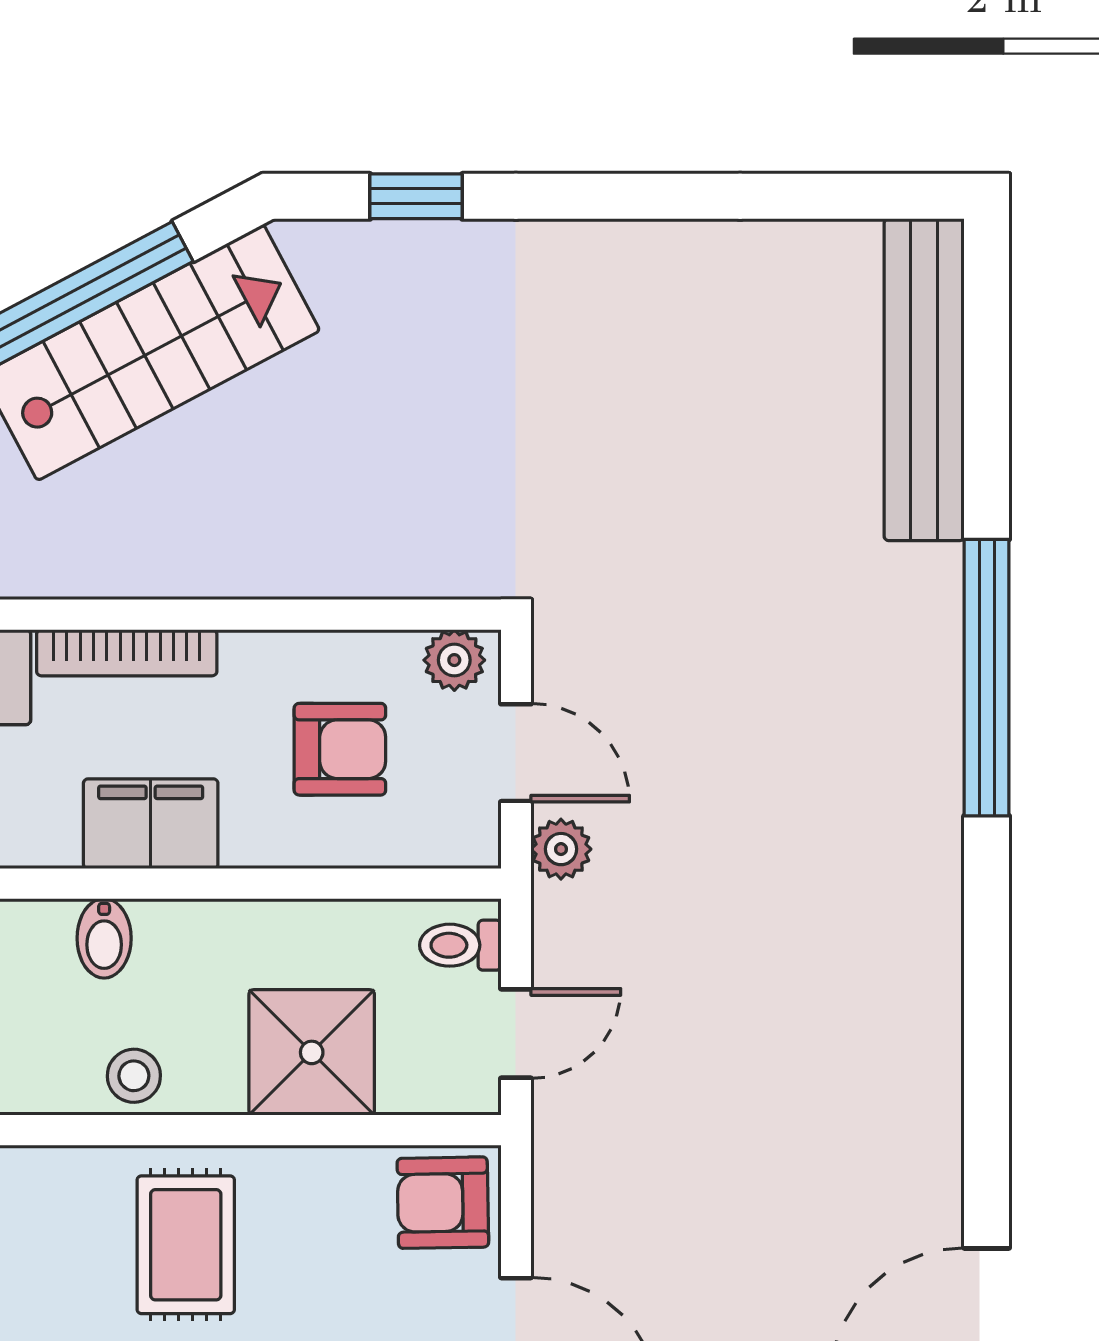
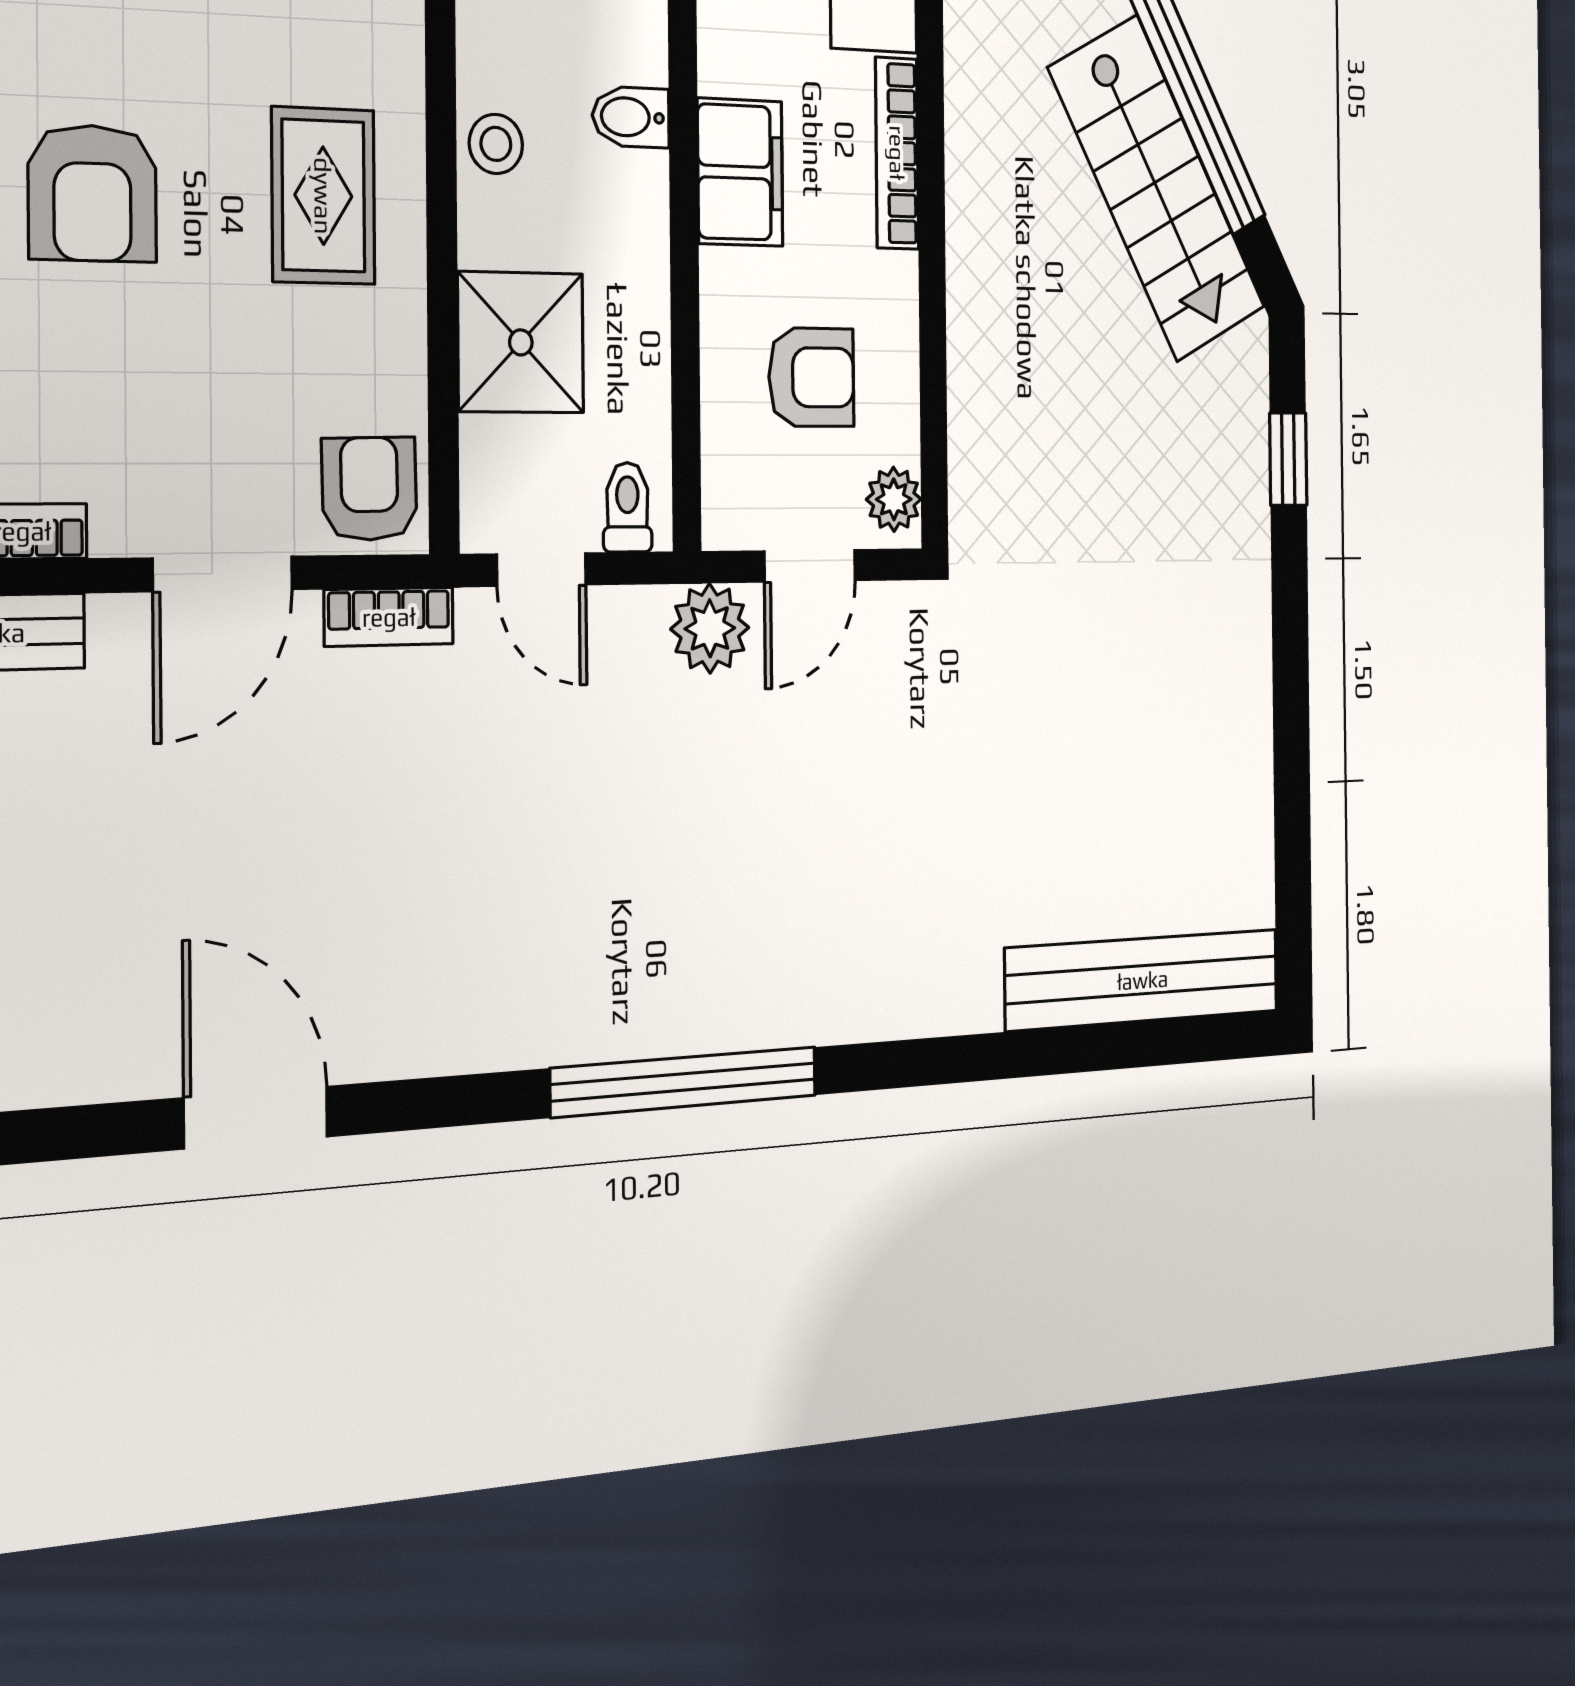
window: (987, 678) -> (685, 1082), moved
armchair: (340, 749) -> (811, 377), turned -90
plant: (561, 849) -> (710, 628), width x1.38, depth x1.38
bookcase: (556, 1185) -> (389, 617), added
rug: (186, 1245) -> (323, 196), turned 90

